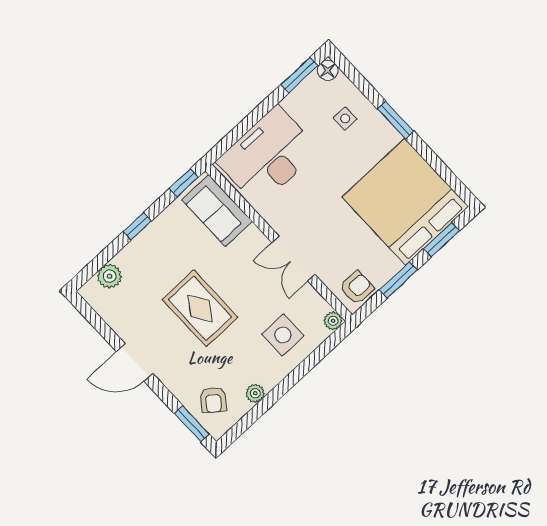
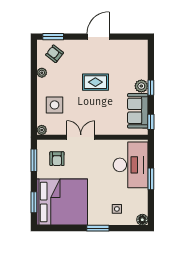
window: (299, 75) -> (151, 179), moved
sofa: (217, 211) -> (138, 111), moved, turned -90
plant: (110, 276) -> (141, 86), moved
window: (398, 280) -> (34, 160), moved
armchair: (357, 288) -> (57, 159), moved
rug: (200, 308) -> (95, 82), width x0.73, depth x0.70

